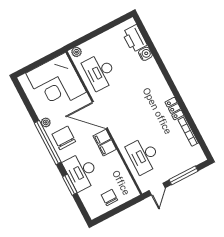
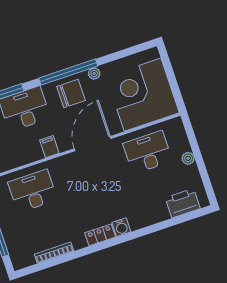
plant: (76, 52) -> (188, 158), moved
water cooler: (145, 54) -> (121, 227), moved
locker: (174, 109) -> (100, 235), moved
filing cabinet: (102, 137) -> (64, 142), removed

